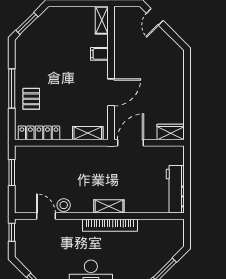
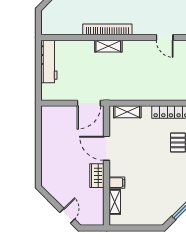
shelving: (102, 20) -> (115, 202), moved
door: (111, 92) -> (107, 148), hinge flipped
wardrobe: (171, 132) -> (97, 176), moved, turned 90
stool: (64, 205) -> (149, 47), removed

